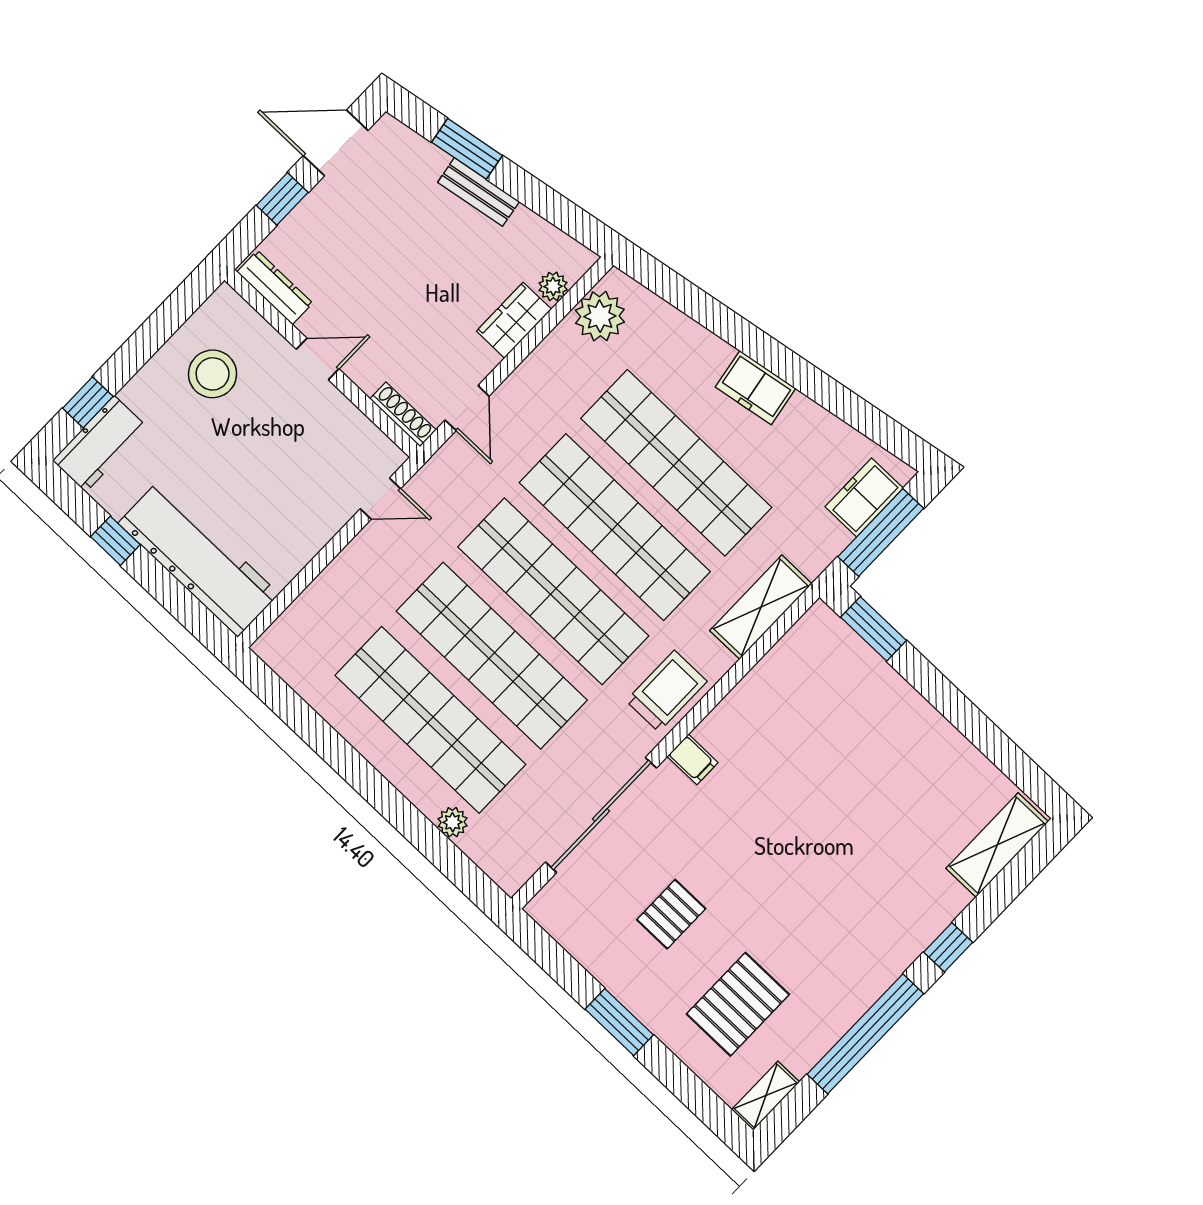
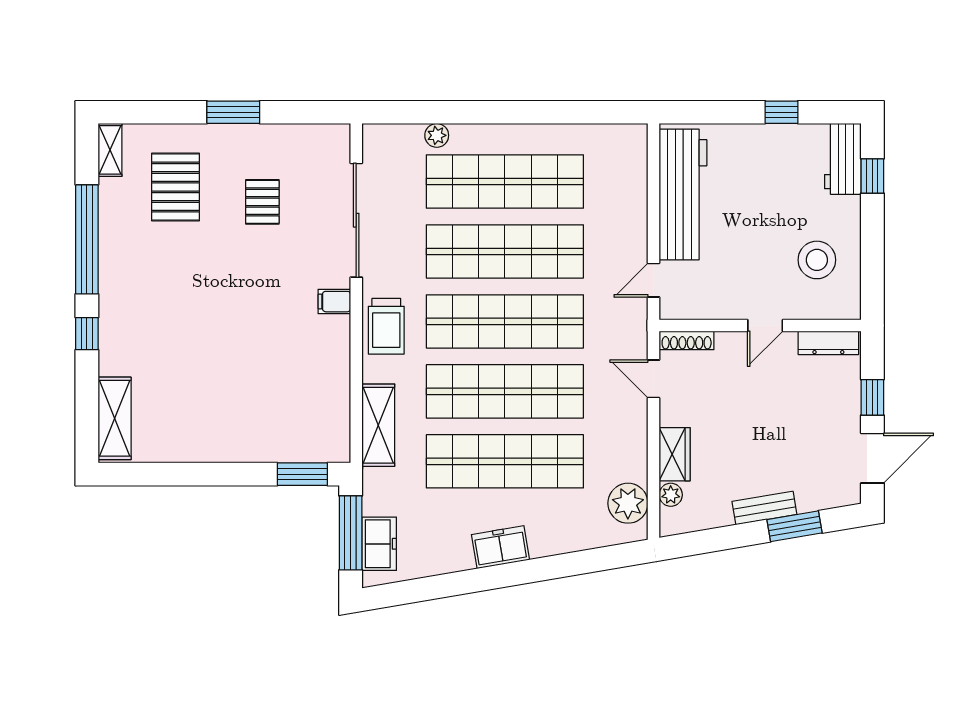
workbench: (199, 559) -> (683, 194), moved, turned -90

